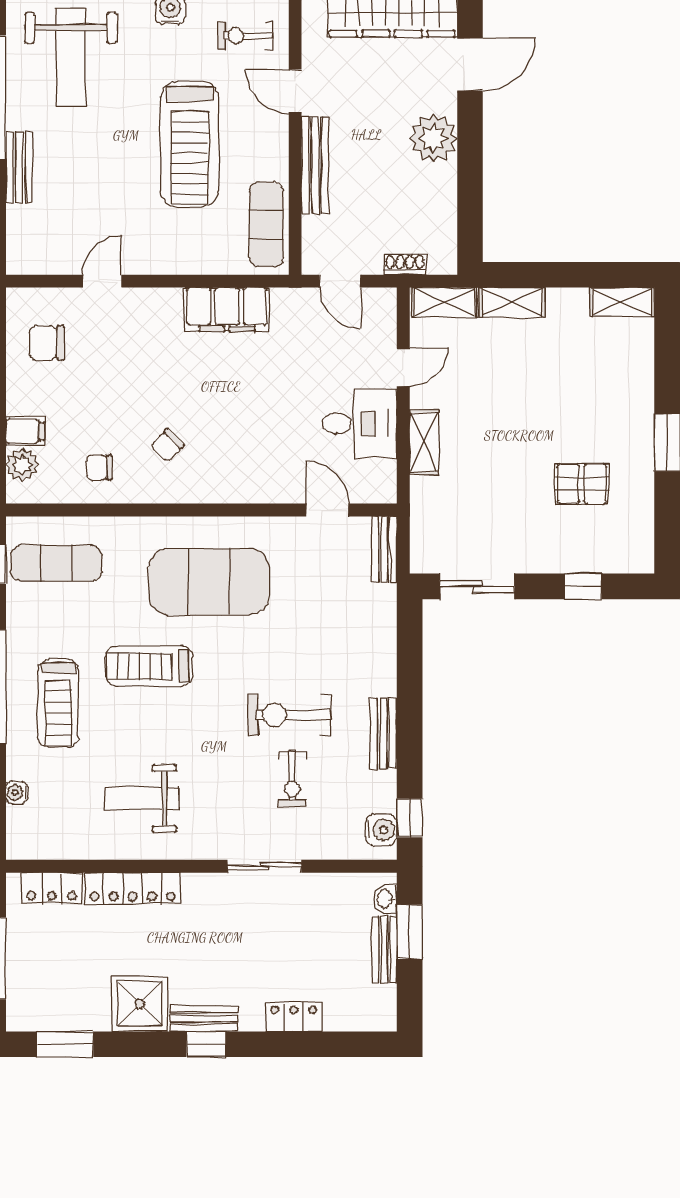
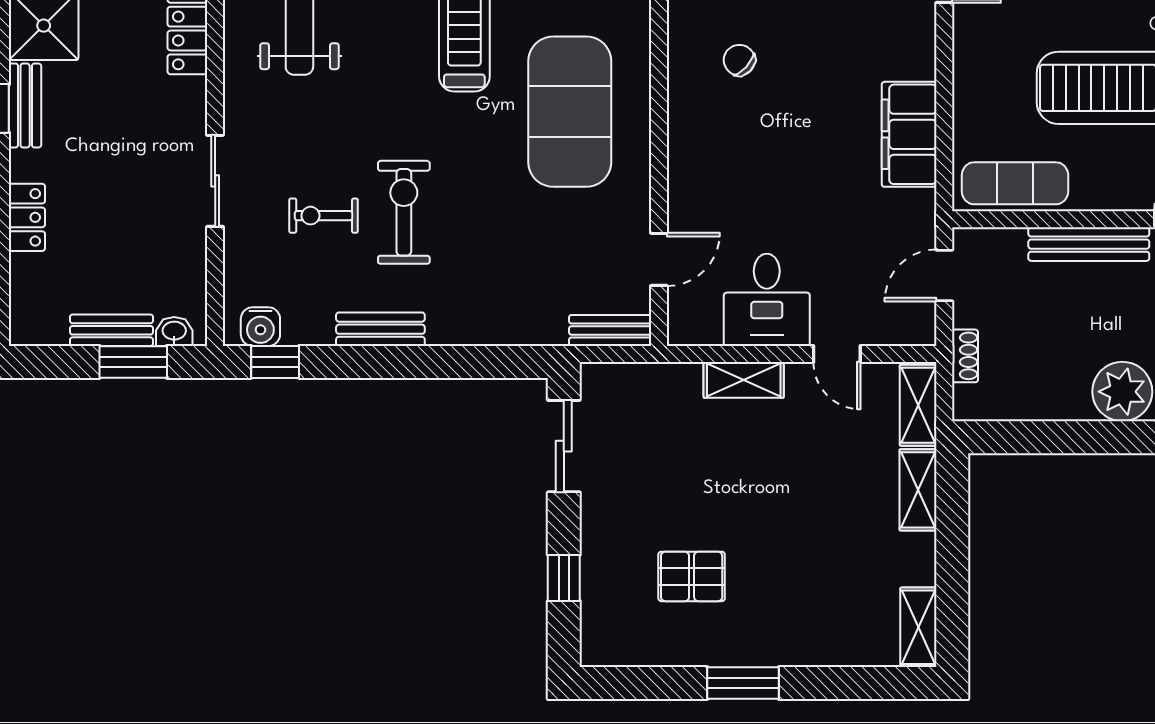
pallet: (582, 484) -> (692, 576), turned 90

